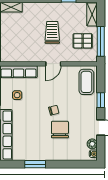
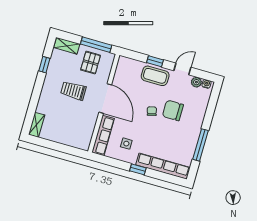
door: (53, 64) -> (105, 98), width x1.88
coffee table: (86, 82) -> (155, 76), moved
window: (35, 164) -> (200, 145), width x1.44

